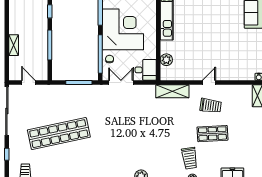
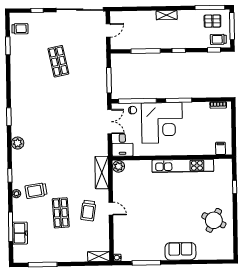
shelving: (14, 45) -> (167, 15), moved
plant: (166, 60) -> (119, 166), moved
shop shelf: (59, 134) -> (58, 61), width x0.50, depth x0.74

